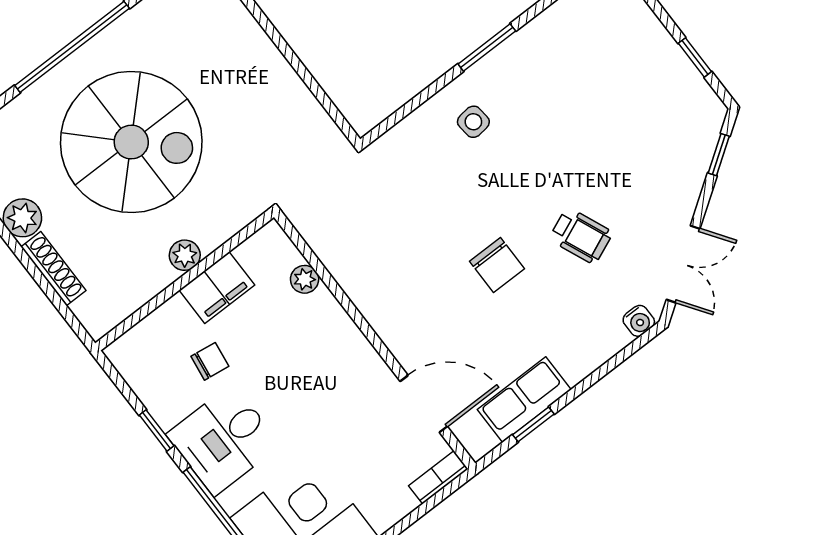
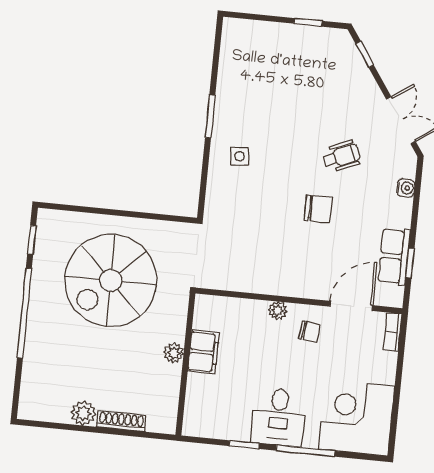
spiral stairs: (131, 142) -> (111, 280), moved, turned 180
plant: (305, 279) -> (278, 311), moved
water cooler: (639, 321) -> (406, 188), moved
chair: (210, 361) -> (309, 332), moved, turned 89

